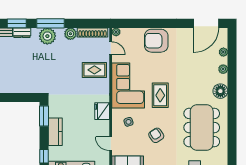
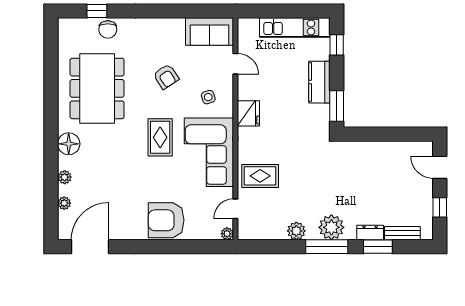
shoe rack: (93, 32) -> (263, 233), removed
armchair: (156, 41) -> (166, 220), turned 180
door: (111, 48) -> (235, 209), hinge flipped

